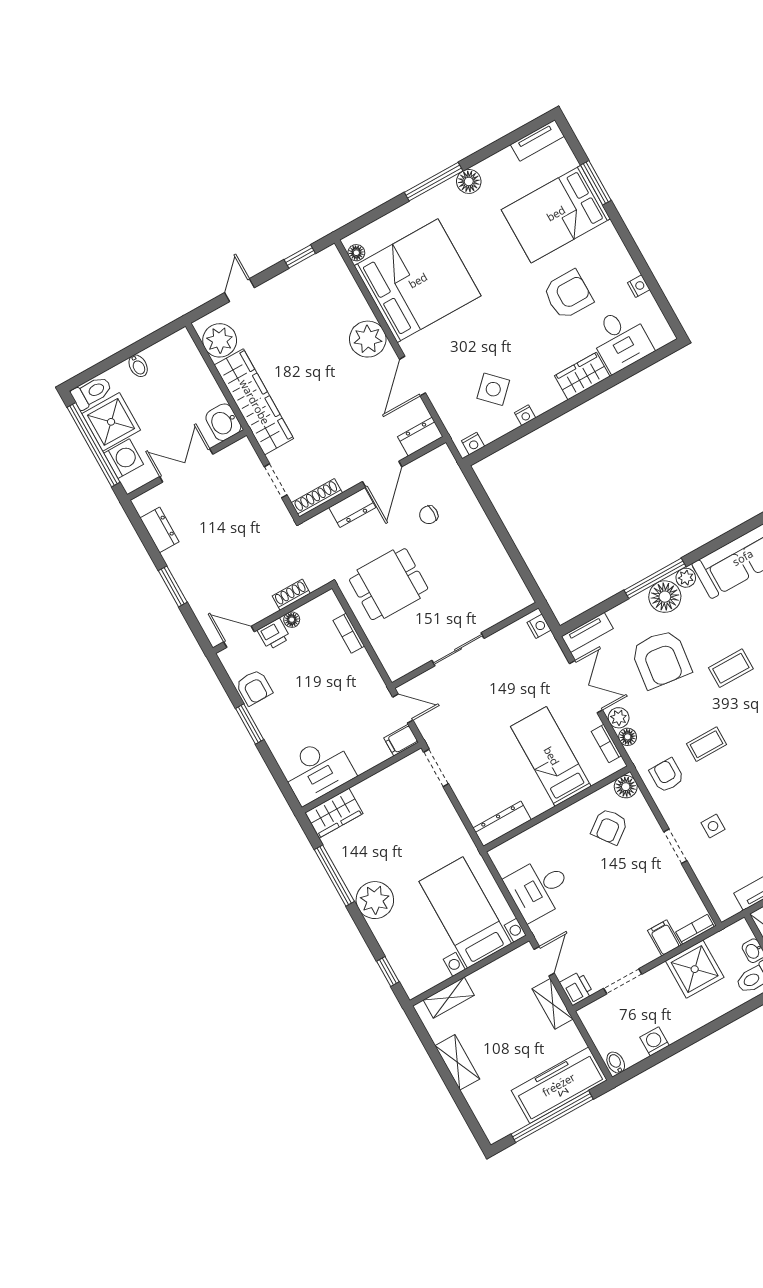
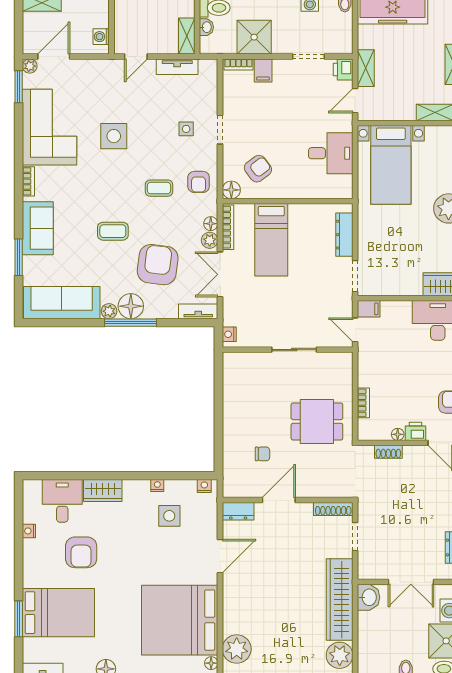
armchair: (568, 295) -> (81, 552), turned -90
plant: (368, 339) -> (237, 649), moved
side table: (493, 389) -> (169, 516), turned 45
dresser: (352, 507) -> (312, 489), removed
bookcase: (606, 744) -> (228, 227), width x1.56
dresser: (502, 824) -> (344, 235), moved, turned 90

